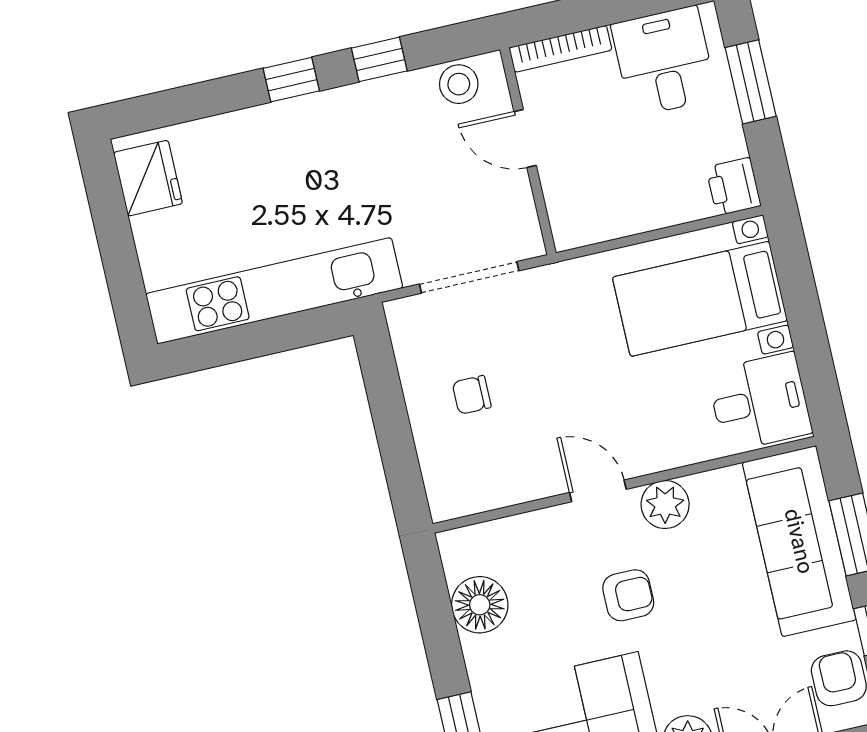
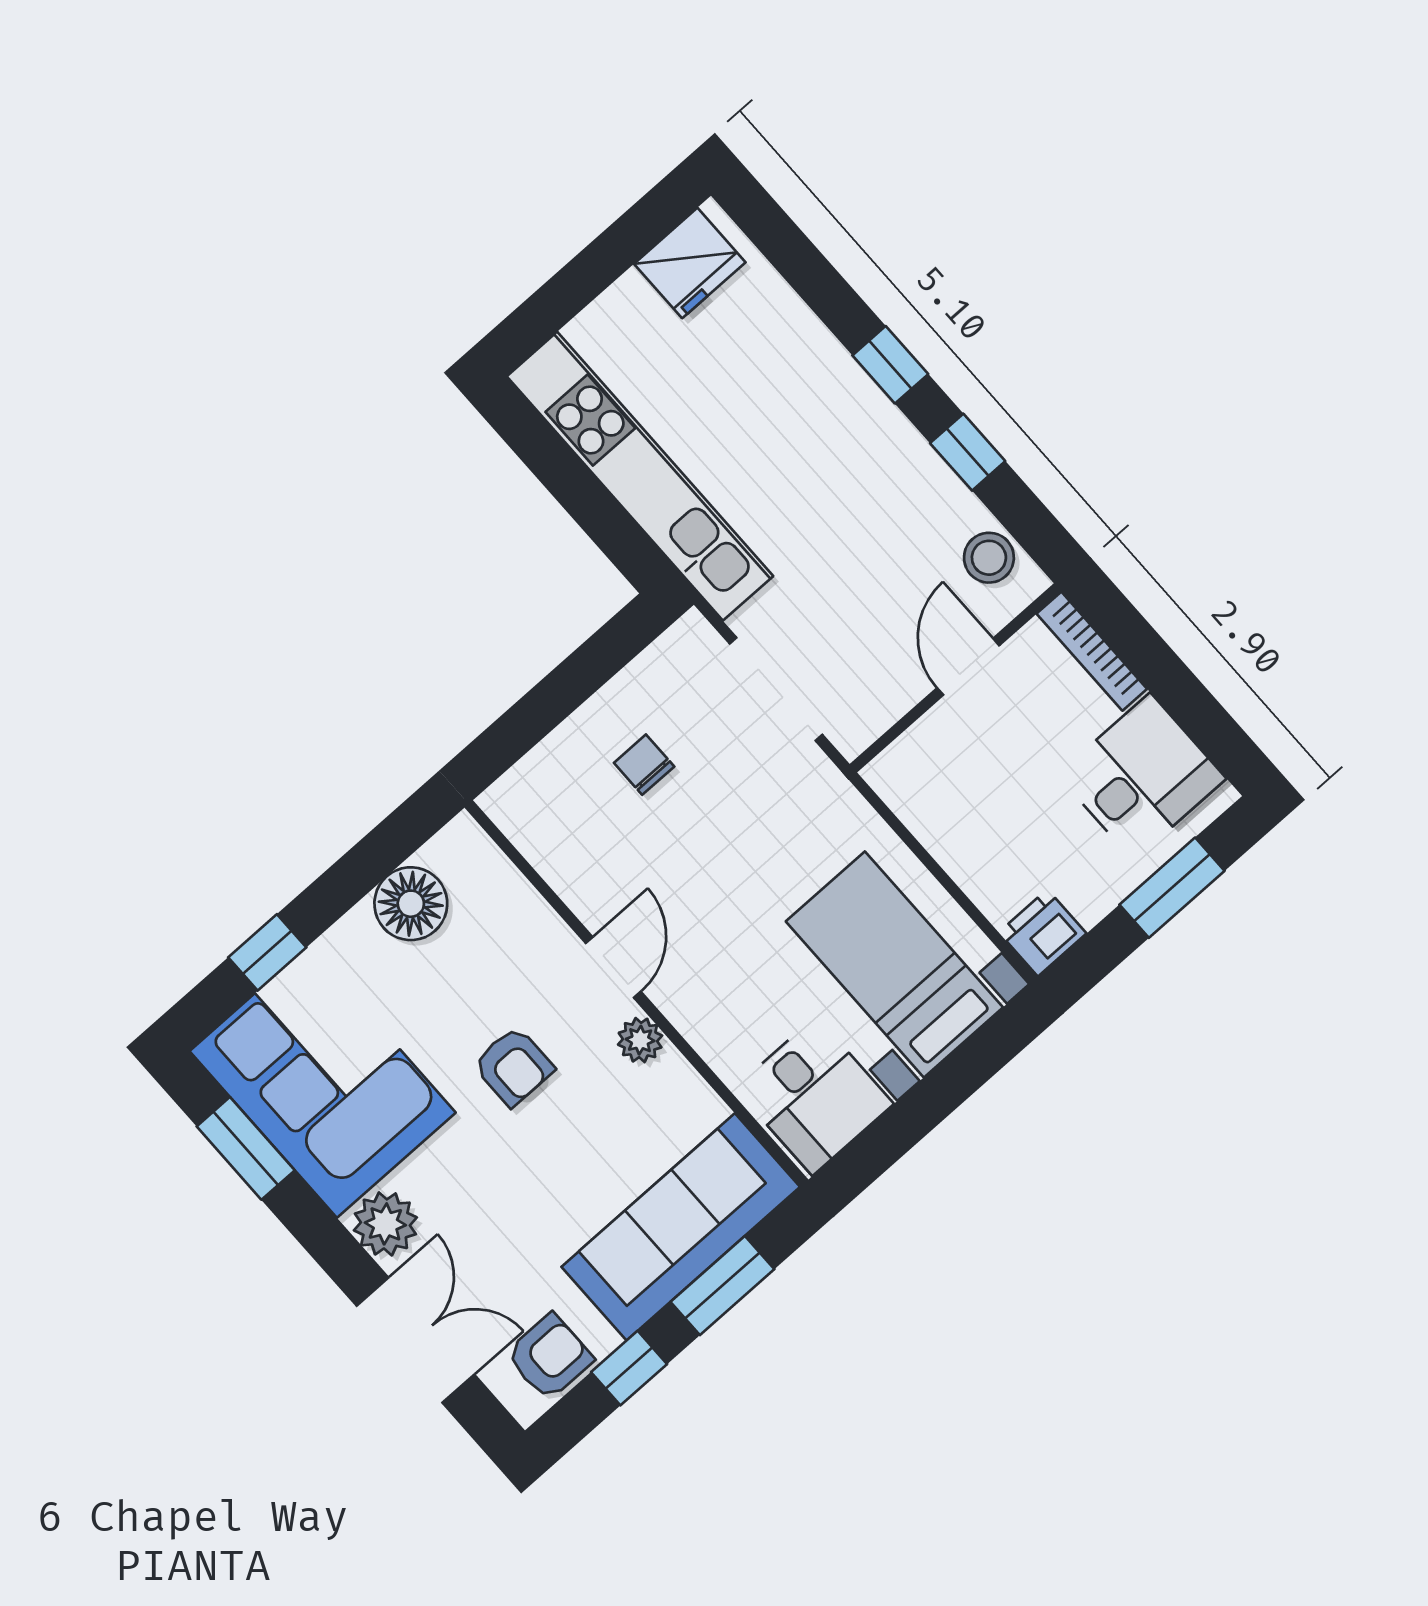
plant: (665, 505) -> (640, 1040), width x0.73, depth x0.73

